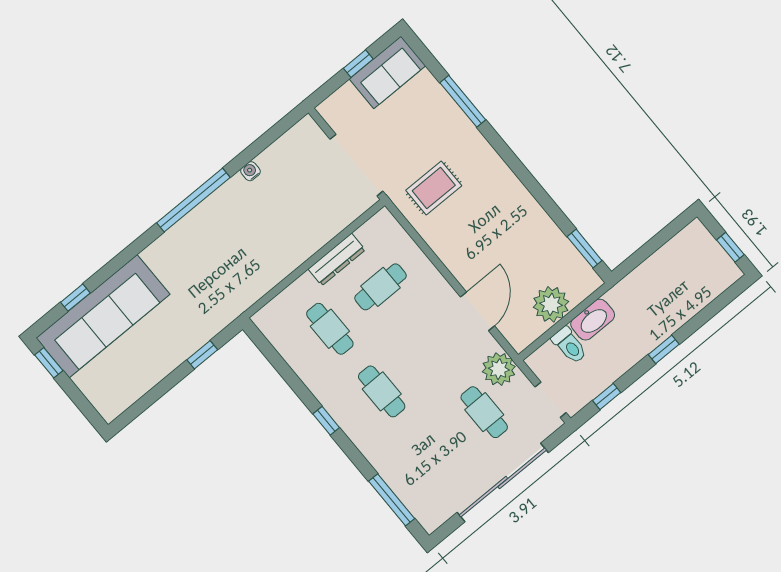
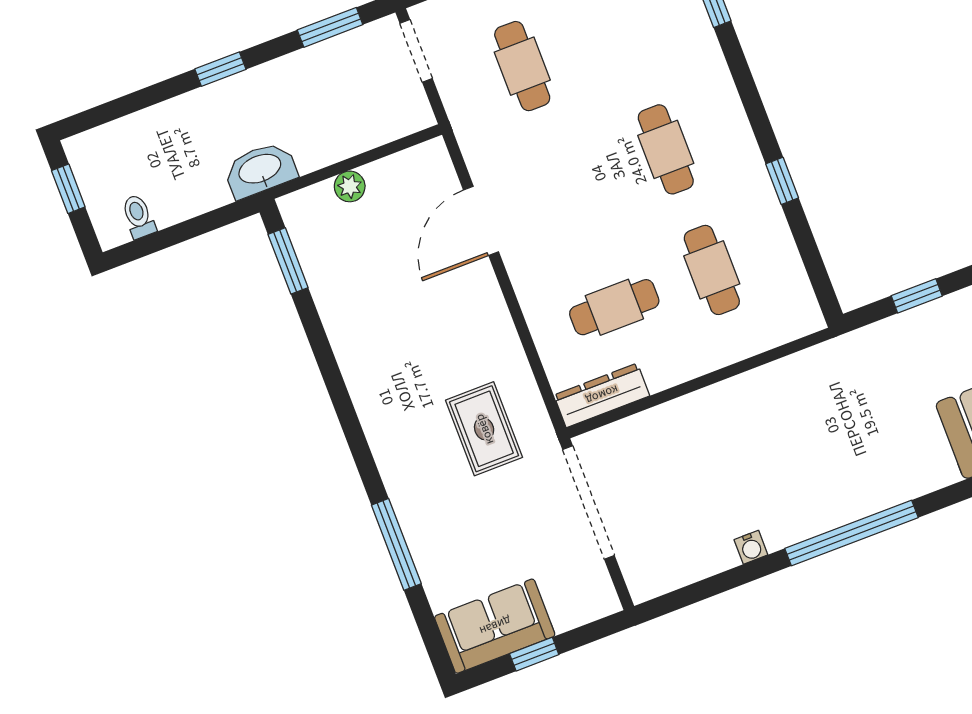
rug: (434, 188) -> (484, 429), turned 90
dresser: (337, 259) -> (602, 395), moved
plant: (551, 304) -> (350, 186), width x0.53, depth x0.53
washbasin: (593, 320) -> (260, 170), moved
toilet: (569, 345) -> (138, 216), moved, width x0.73, depth x0.72
plant: (499, 369) -> (478, 123), removed
window: (607, 396) -> (330, 27), width x1.50
window: (326, 421) -> (782, 181), moved

